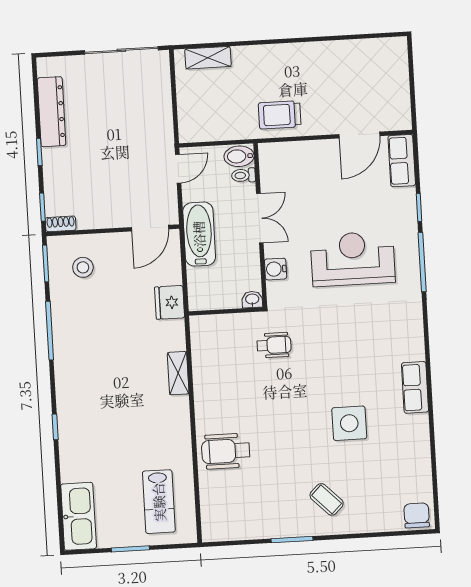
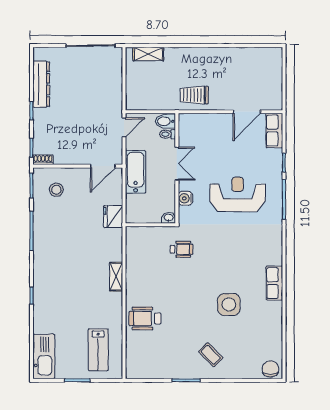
shelving: (178, 373) -> (116, 277), moved

